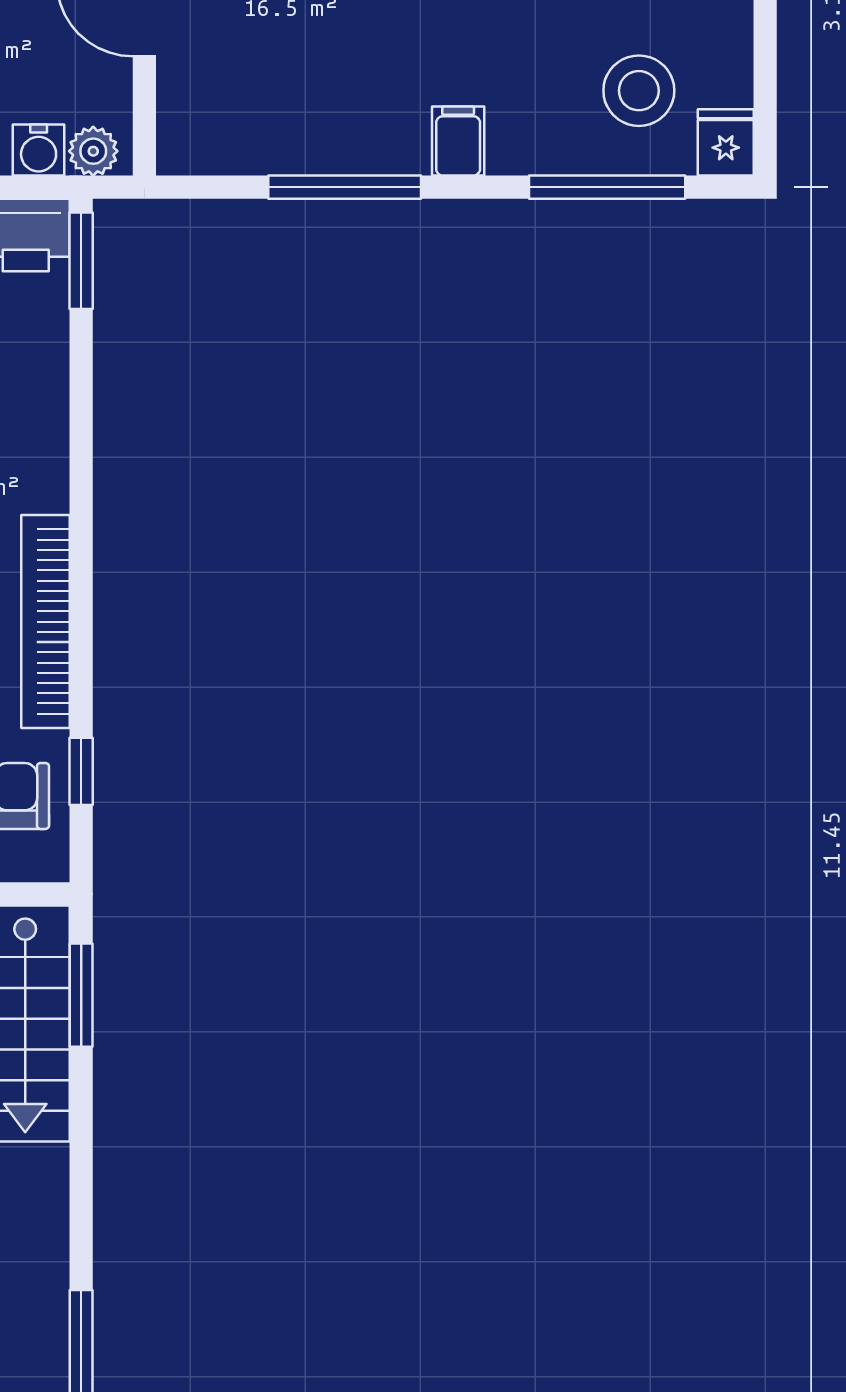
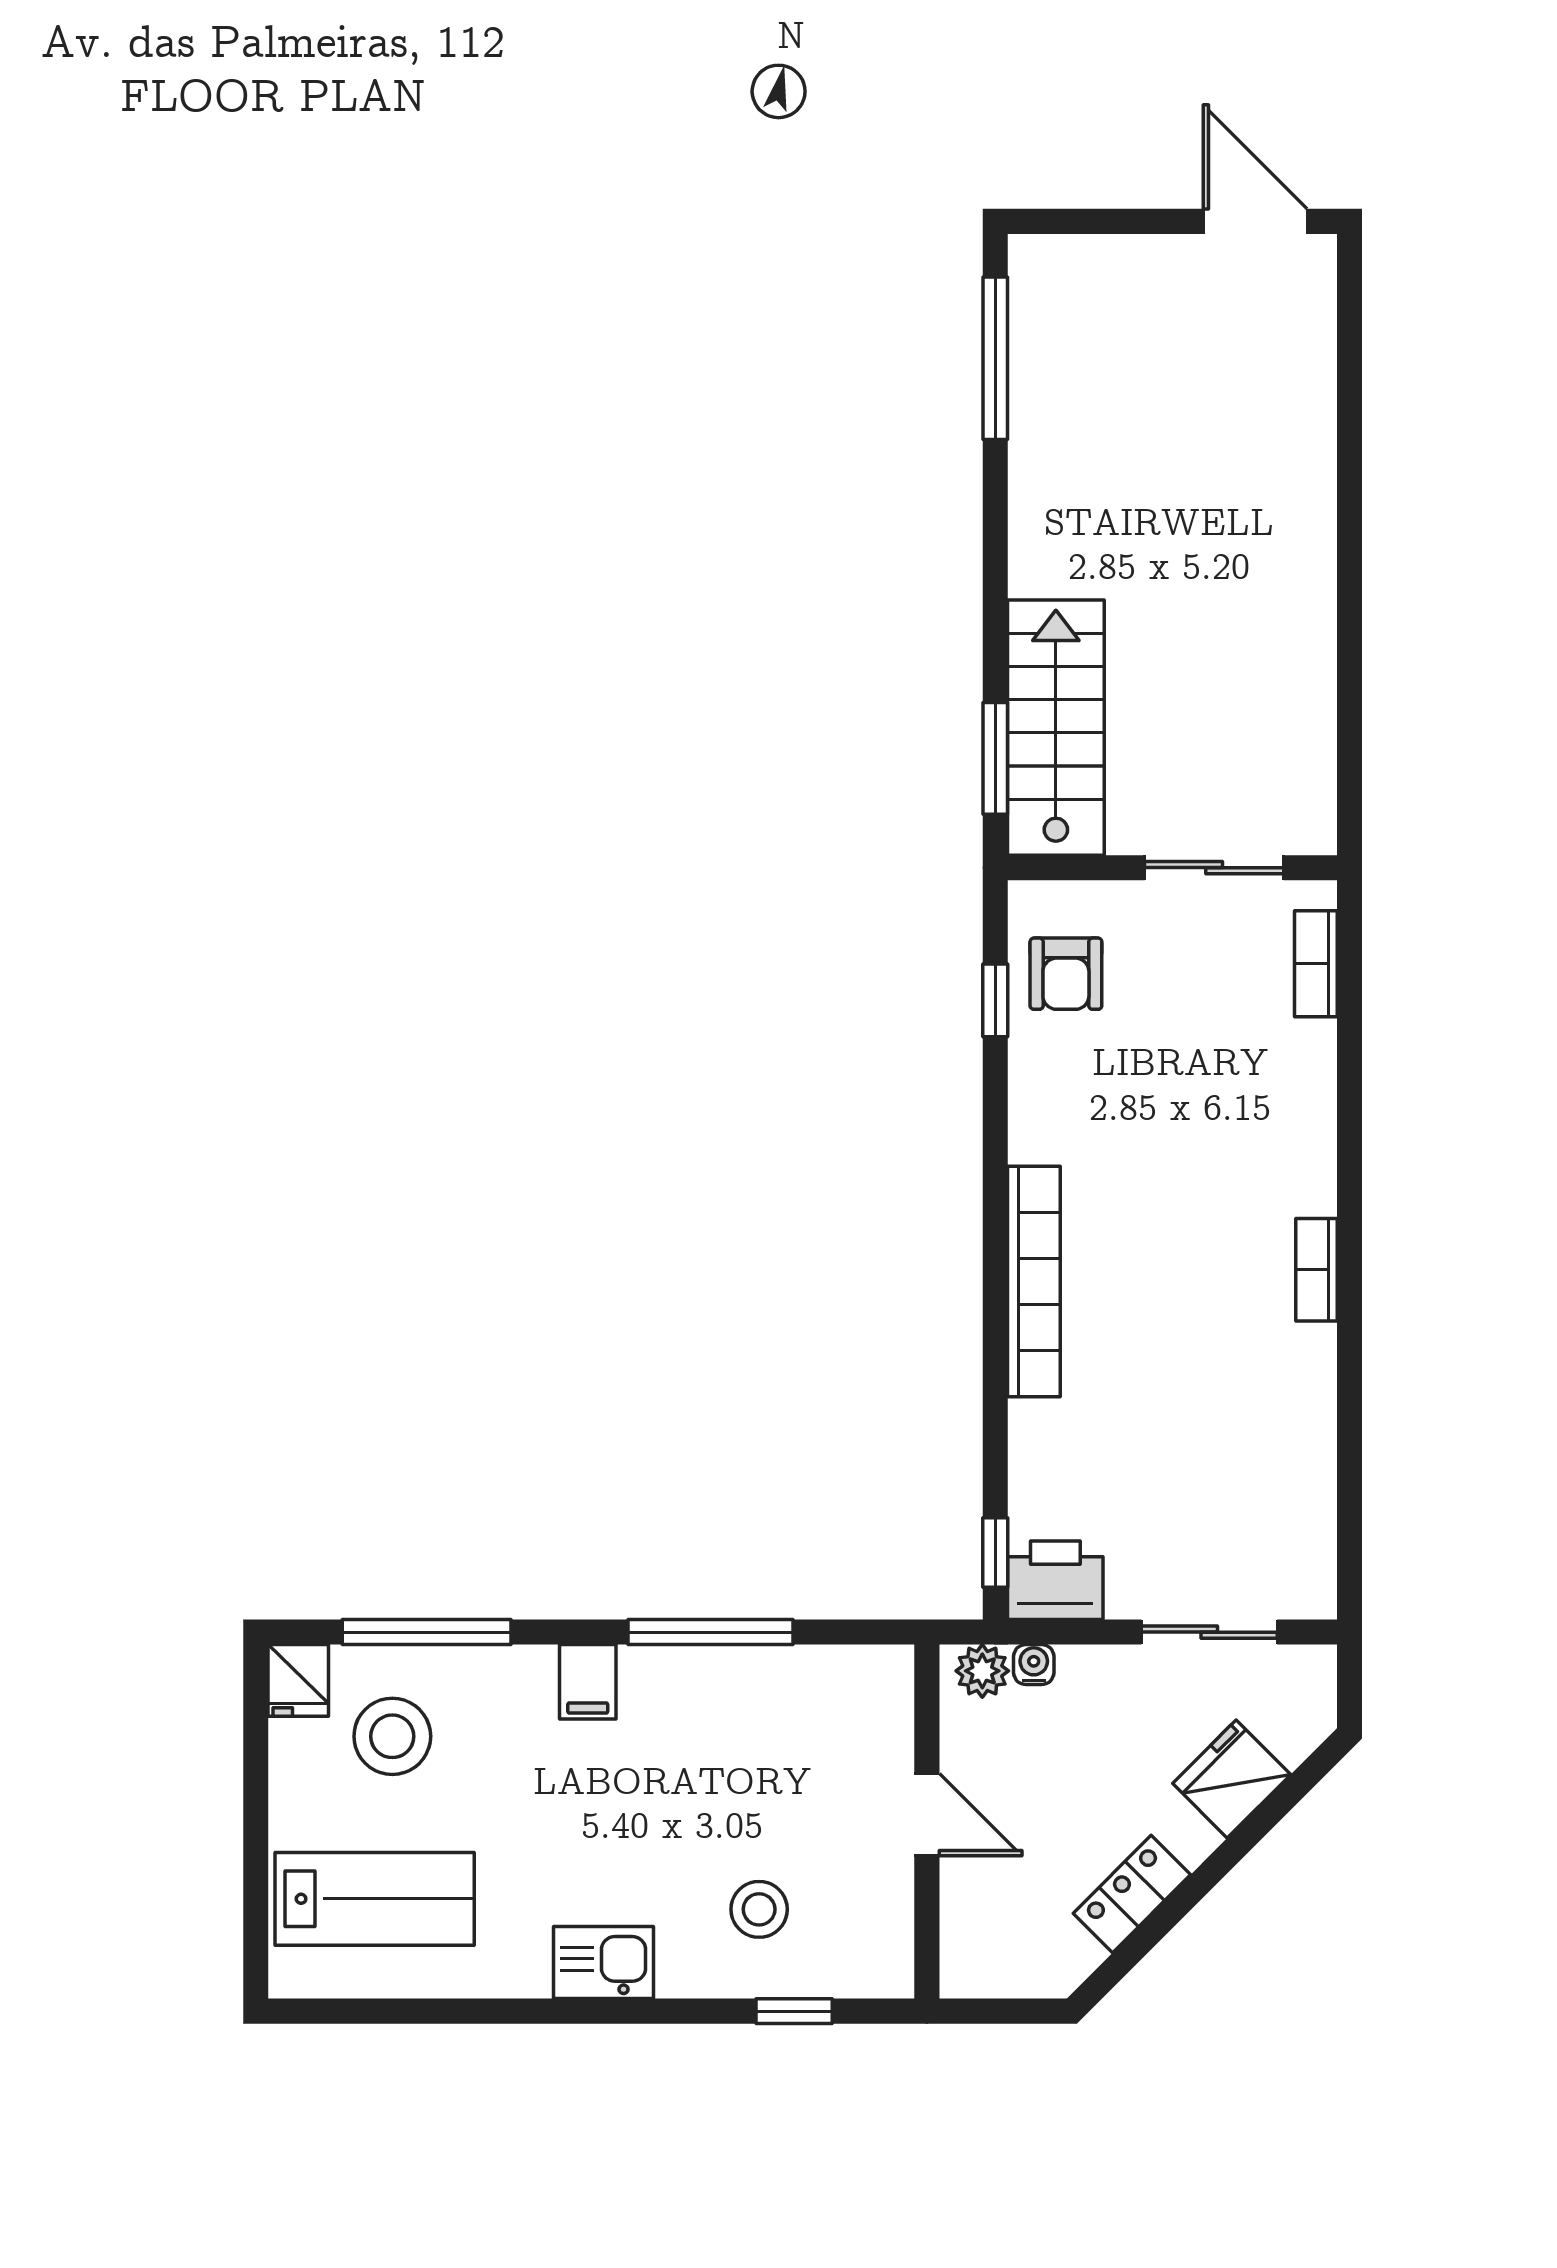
water cooler: (39, 150) -> (1034, 1665), width x0.72, depth x0.72
window: (81, 261) -> (995, 1552), width x0.67
bookcase: (46, 622) -> (1034, 1282), moved

